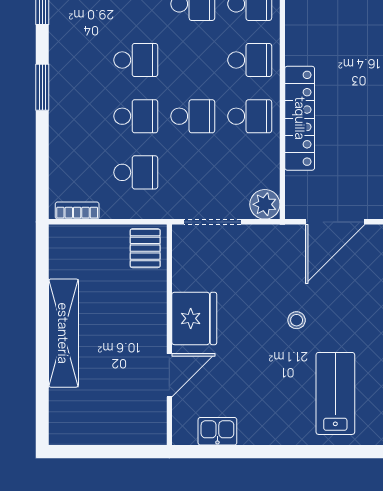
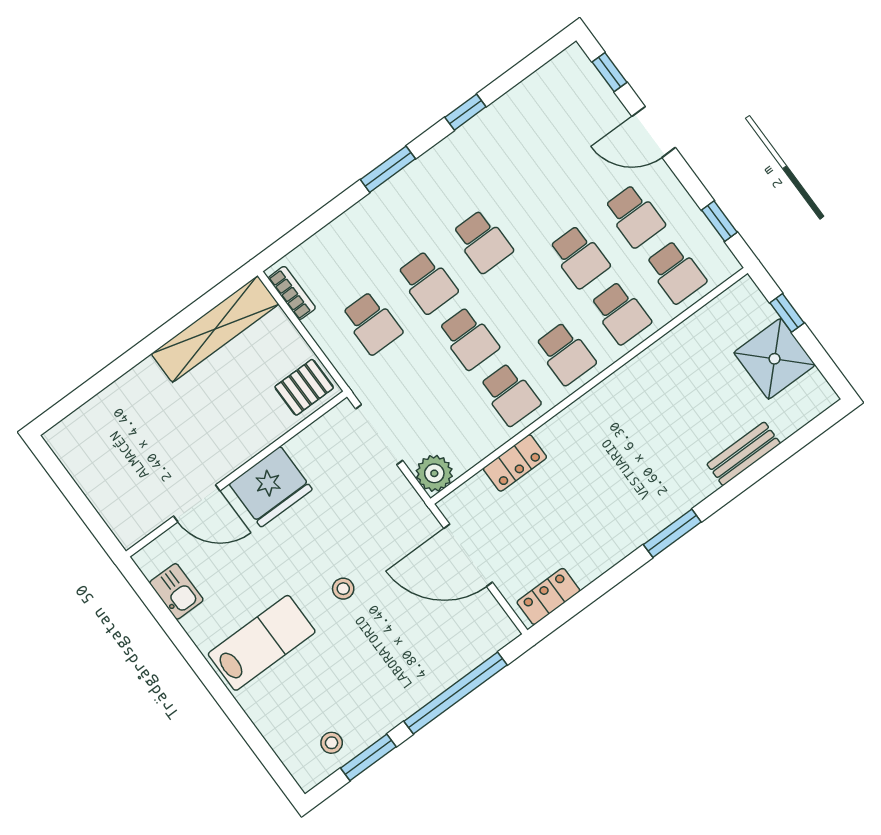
locker: (300, 118) -> (515, 463), width x0.46, depth x0.83
shelving: (63, 333) -> (215, 329), moved
lab bench: (335, 393) -> (262, 643), moved

